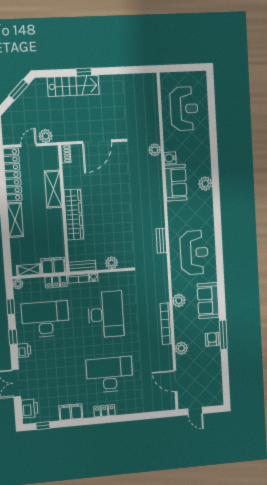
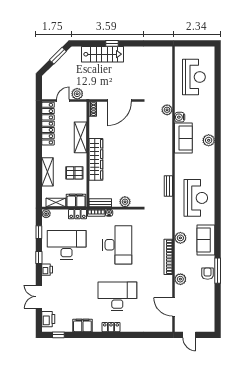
shelving: (15, 220) -> (48, 172), moved
pallet: (49, 233) -> (74, 173), added

